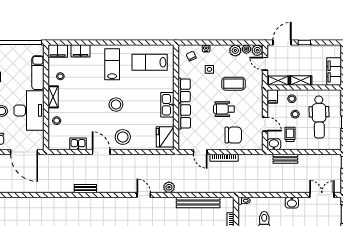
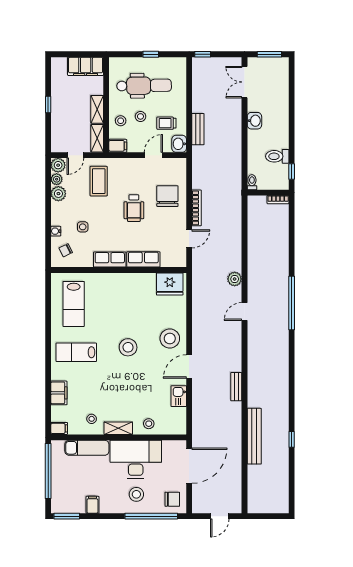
door: (282, 42) -> (48, 133), removed
filing cabinet: (58, 51) -> (59, 428), width x0.50
coffee table: (233, 84) -> (99, 181), moved
kitchen sink: (167, 105) -> (128, 281), removed
bench: (198, 203) -> (254, 436), moved

